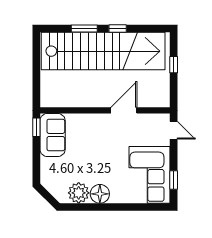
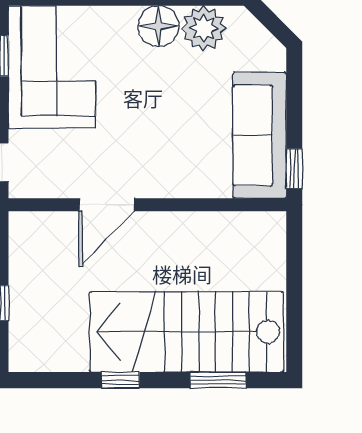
window: (84, 29) -> (218, 380), moved
stairs: (103, 51) -> (186, 332), width x0.73
sofa: (53, 135) -> (260, 135), width x1.36

